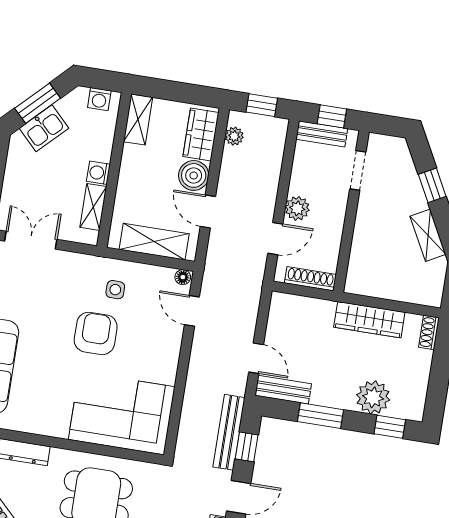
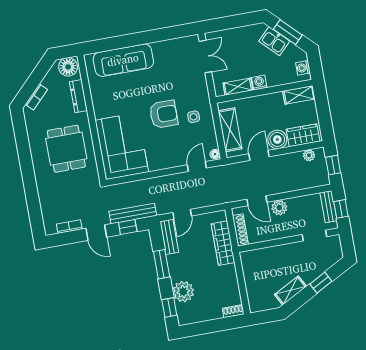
wardrobe: (369, 320) -> (223, 243), moved

